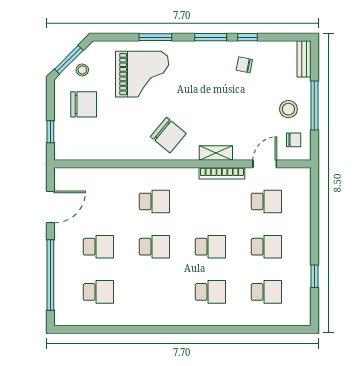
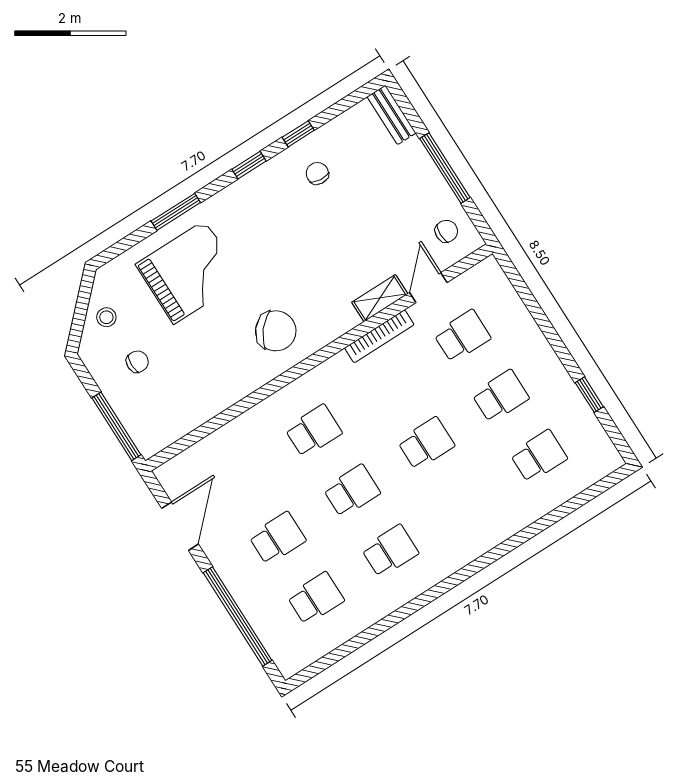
window: (211, 37) -> (249, 165), width x0.67
window: (69, 60) -> (80, 315), removed
chair: (244, 65) -> (317, 173), turned 84
chair: (84, 104) -> (137, 362), width x0.54, depth x0.54
stool: (288, 109) -> (413, 195), removed
window: (50, 132) -> (116, 426), width x2.17
shelving: (216, 153) -> (380, 298), moved
school desk: (210, 292) -> (390, 551), moved

